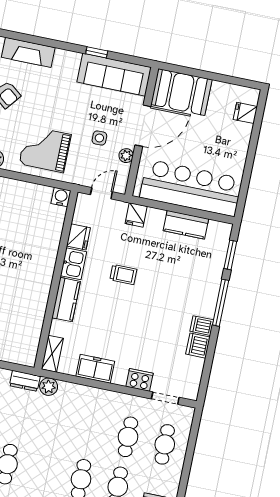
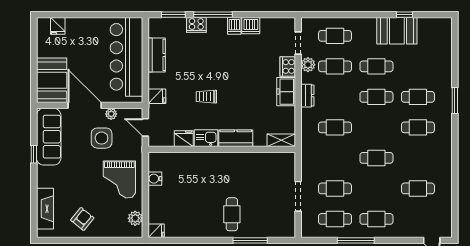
side table: (99, 138) -> (102, 138), width x1.87, depth x1.87
water cooler: (61, 197) -> (155, 179), moved
trolley: (123, 275) -> (206, 97), turned -90
cooker: (212, 280) -> (196, 25), added
freezer: (95, 369) -> (286, 92), moved
dresser: (25, 381) -> (307, 96), moved
plant: (49, 387) -> (308, 65), moved
cafe table: (55, 422) -> (335, 127), added

